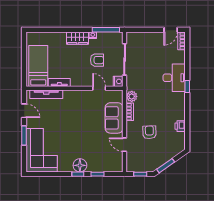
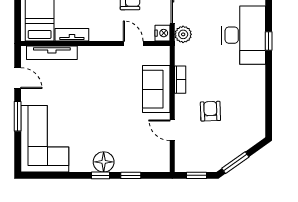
desk: (174, 78) -> (243, 35), width x1.36, depth x1.30
plant: (132, 96) -> (183, 34), moved
printer: (180, 126) -> (258, 102), removed

